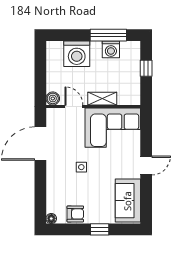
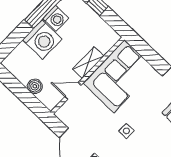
washing machine: (77, 54) -> (42, 40), moved
boiler: (53, 98) -> (35, 86), moved

